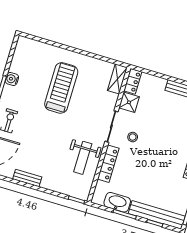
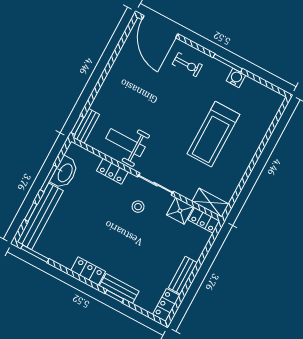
treadmill: (61, 88) -> (213, 134), turned 90
locker: (108, 164) -> (112, 171), width x0.66
bench: (27, 178) -> (86, 126), moved

